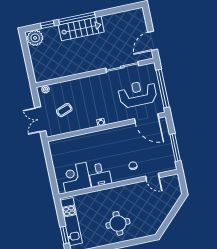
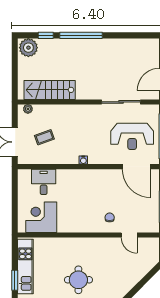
stairs: (81, 28) -> (50, 90), moved, turned 180
reception desk: (138, 94) -> (132, 136), turned 180
desk: (100, 175) -> (44, 182), moved, turned 180

